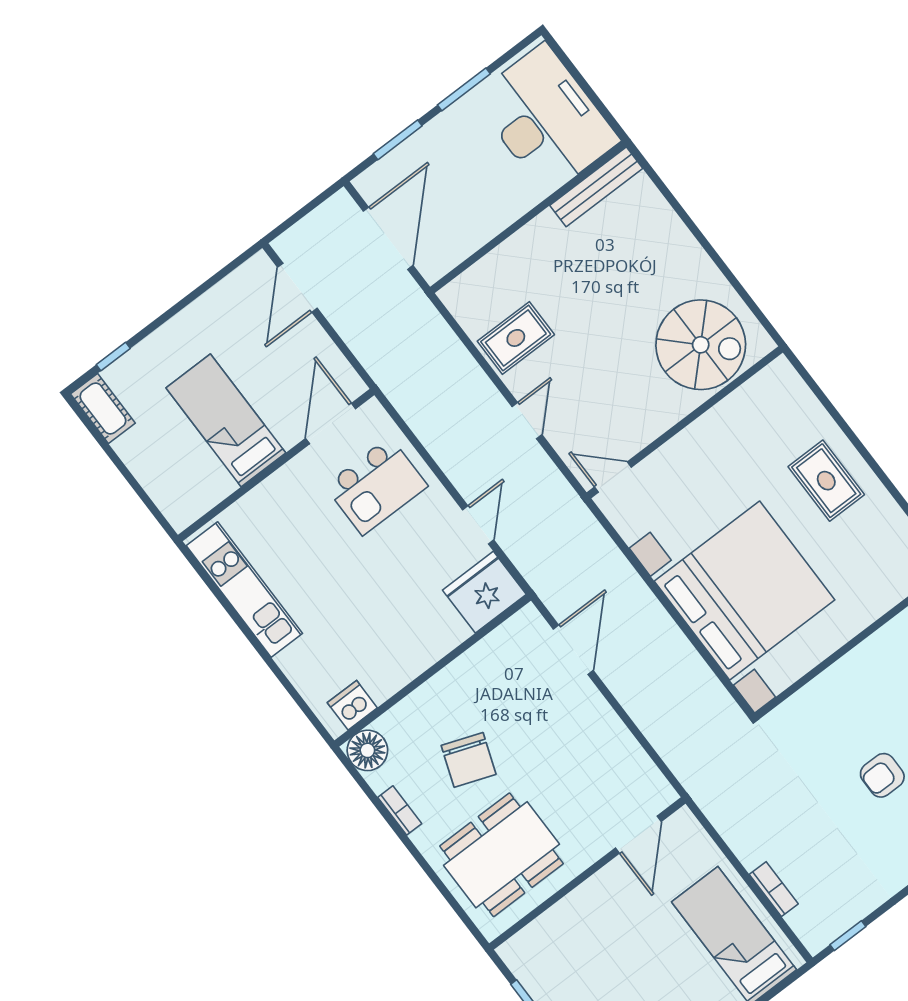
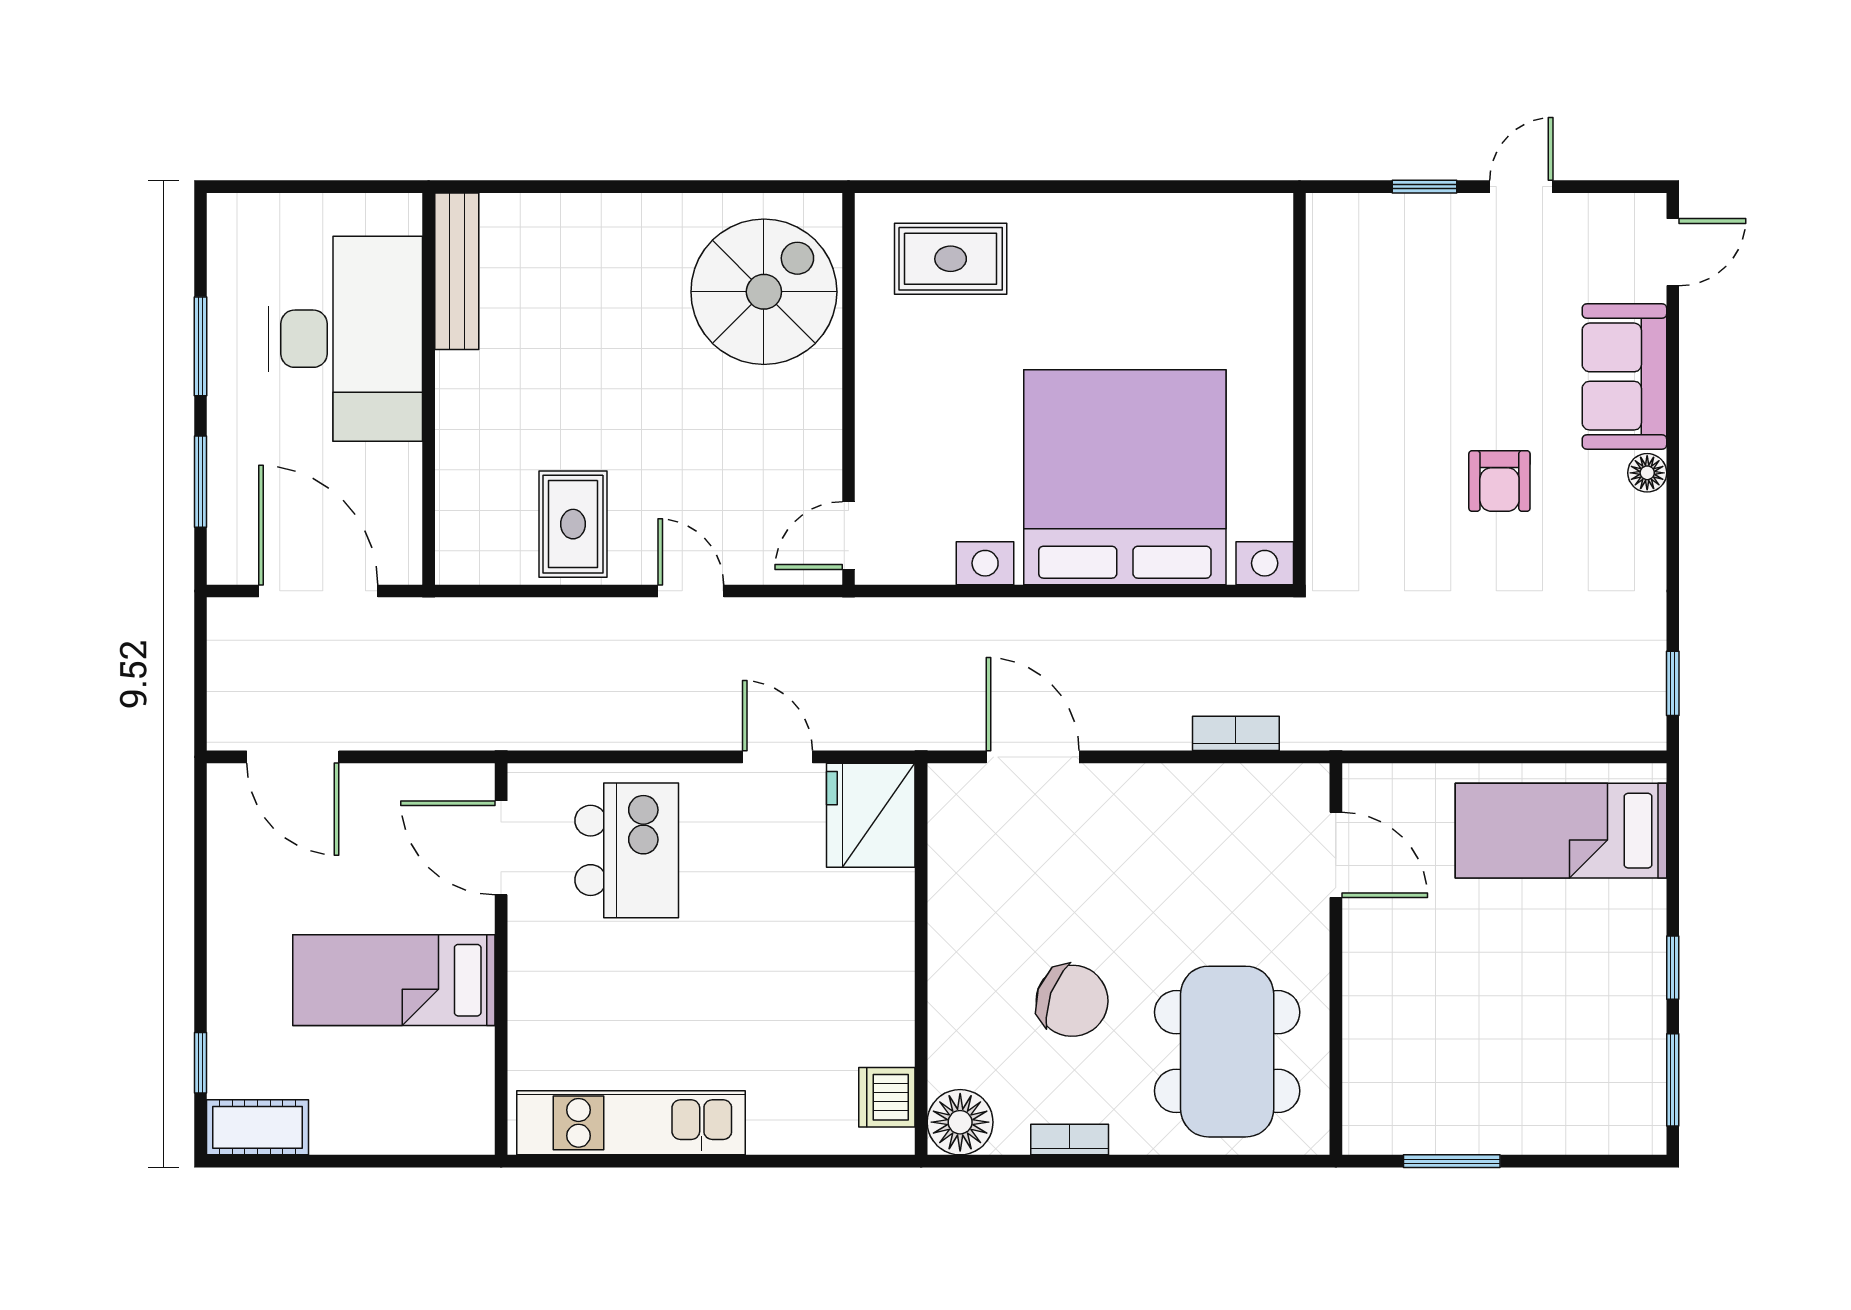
desk: (546, 119) -> (345, 339), moved, turned 90
rug: (826, 481) -> (951, 259), moved
bookcase: (774, 889) -> (1236, 733), moved

